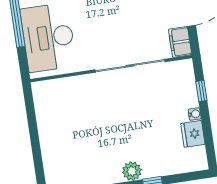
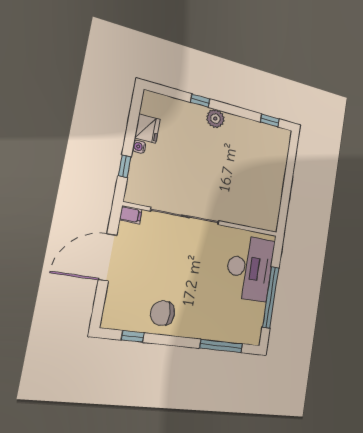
filing cabinet: (180, 42) -> (131, 215), width x0.50

